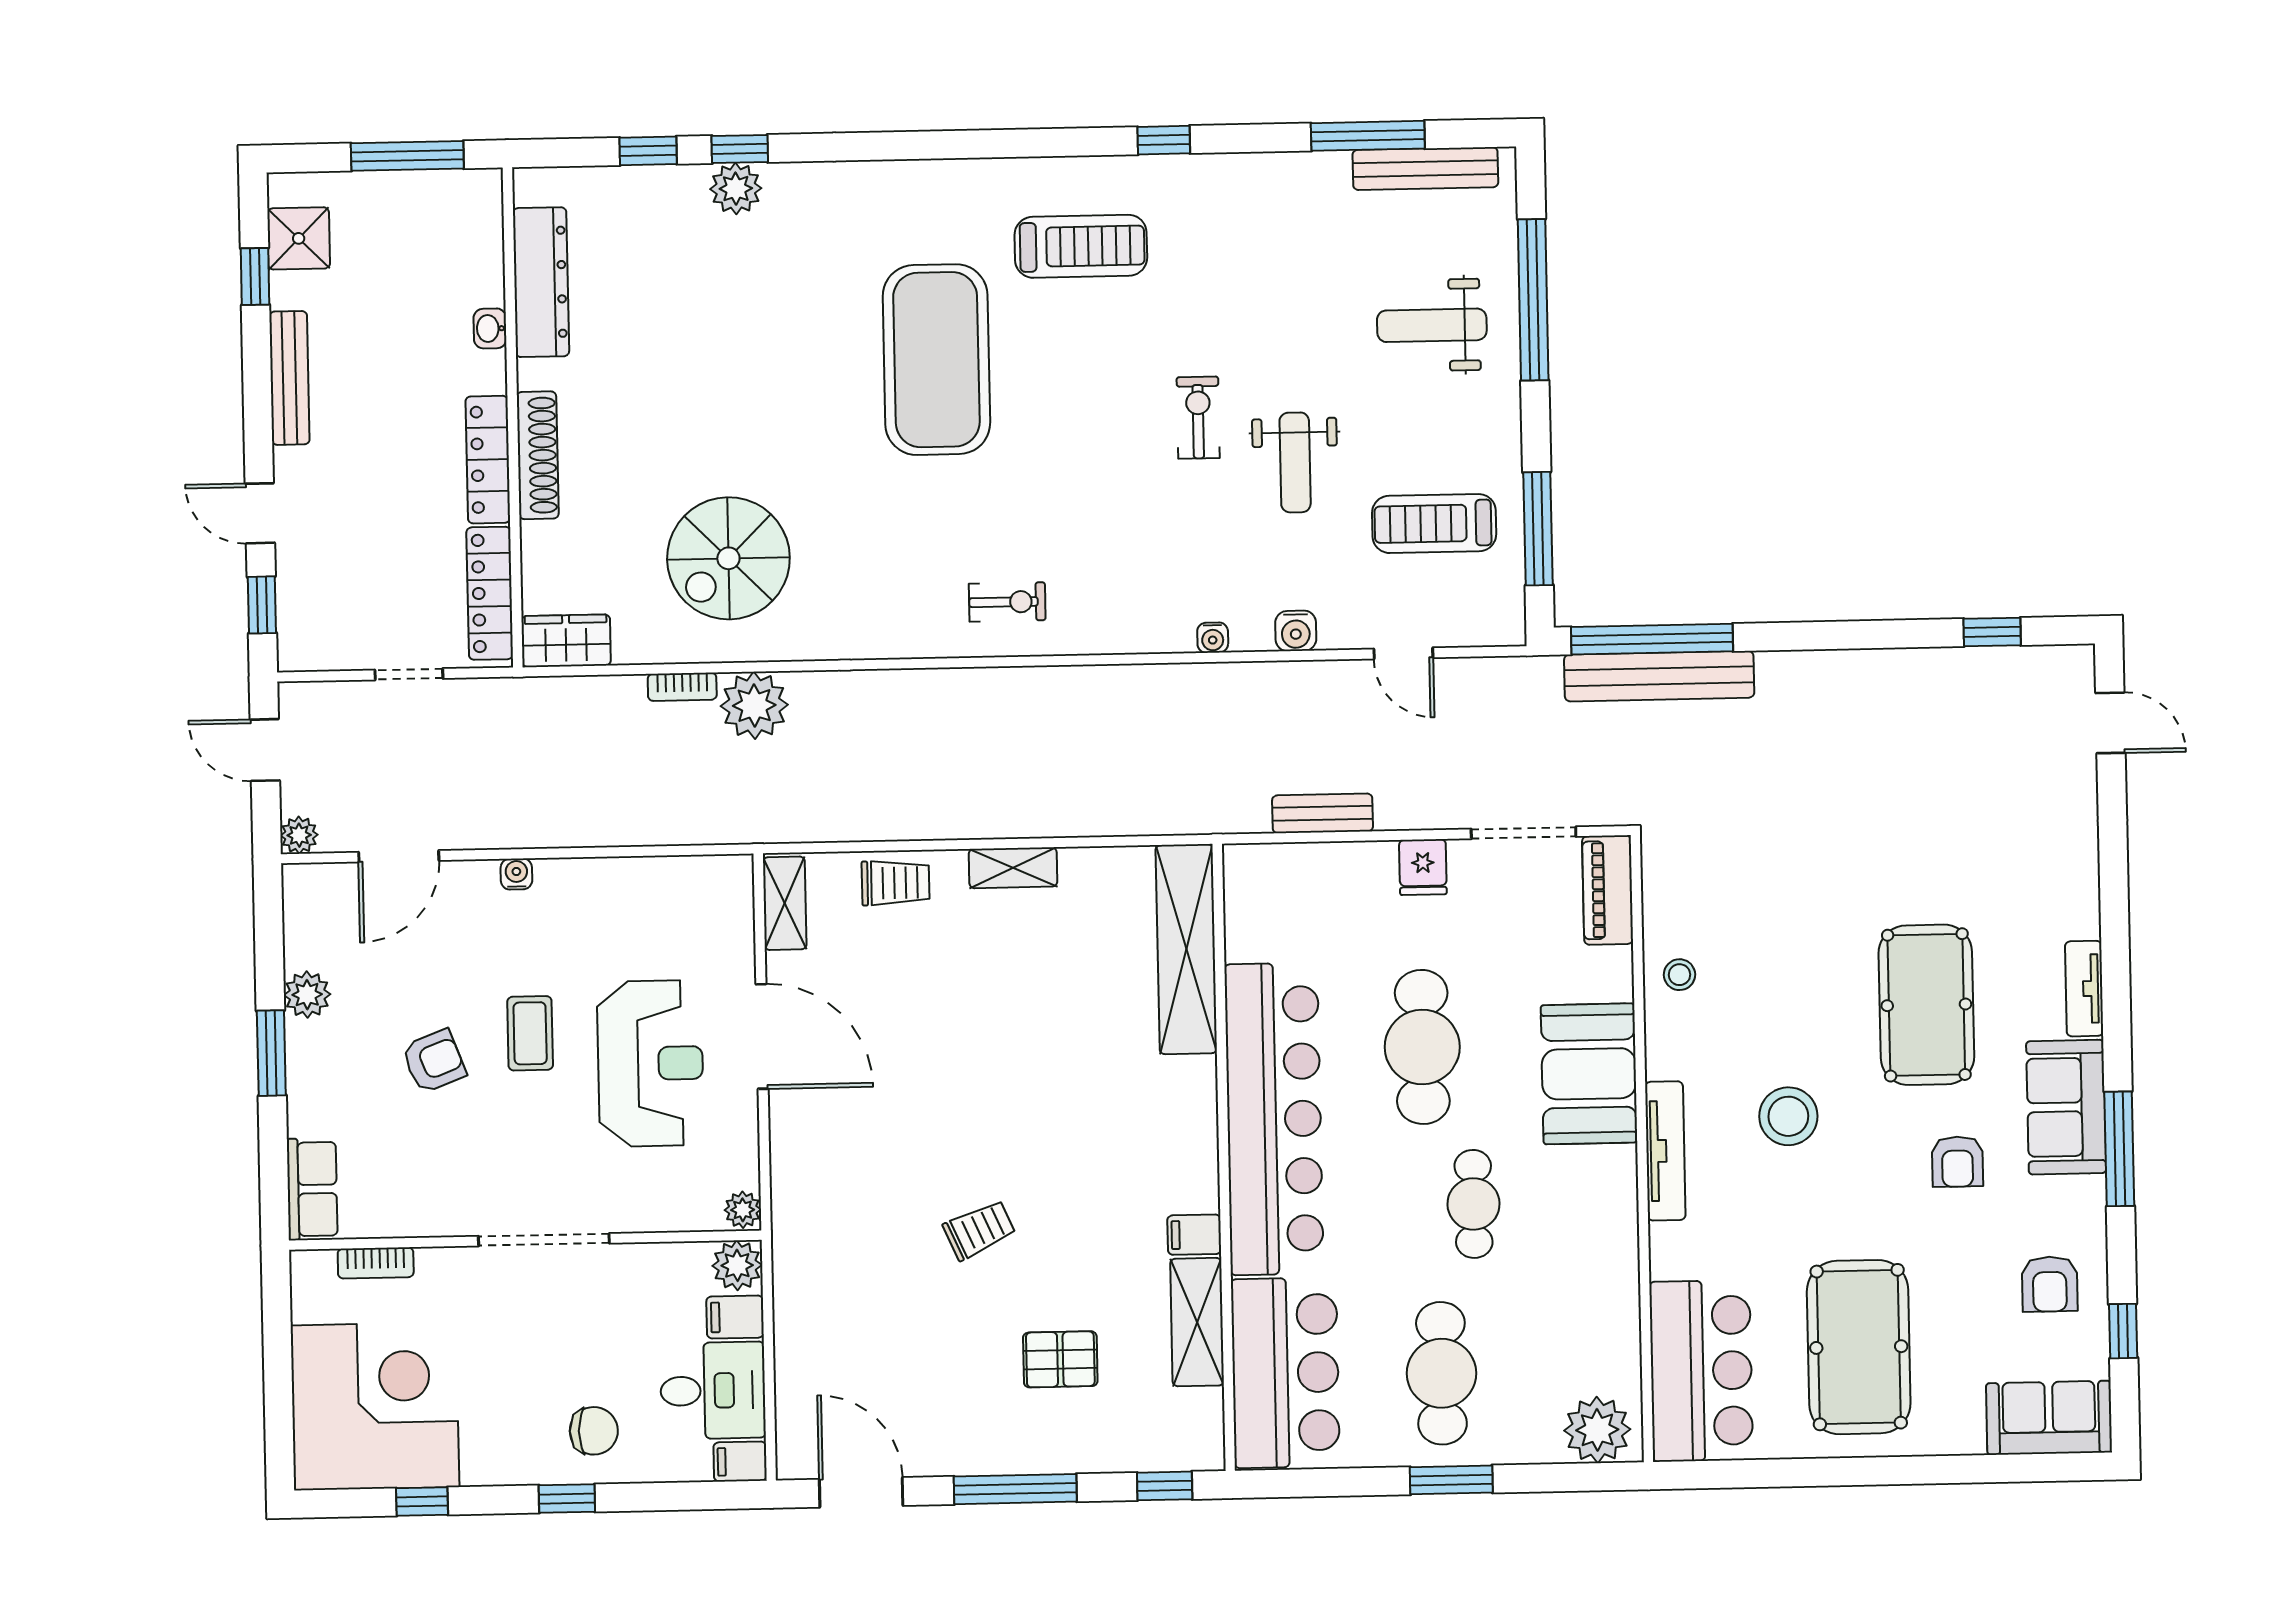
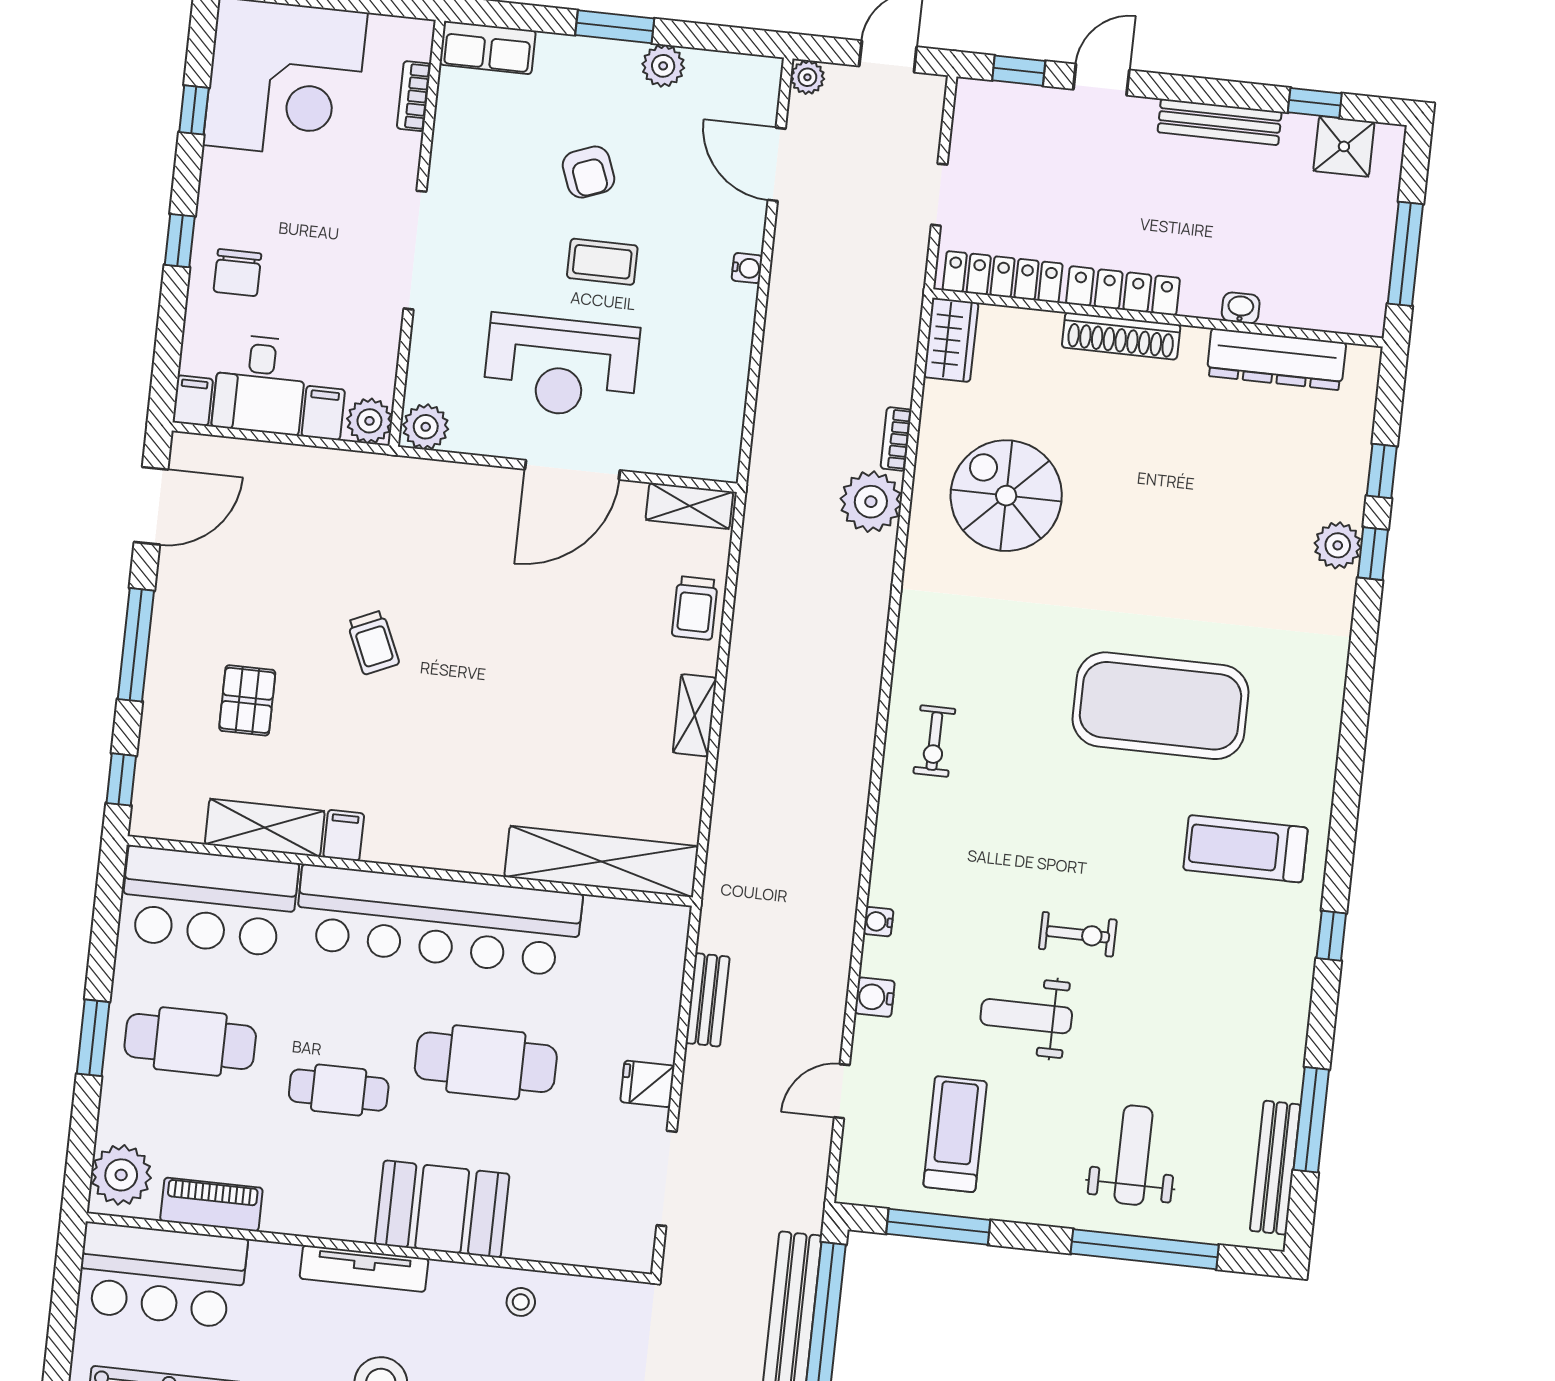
treadmill: (1081, 246) -> (1246, 849), turned 90
piano: (1608, 890) -> (211, 1204), moved
plant: (743, 1210) -> (426, 427), width x1.38, depth x1.38

